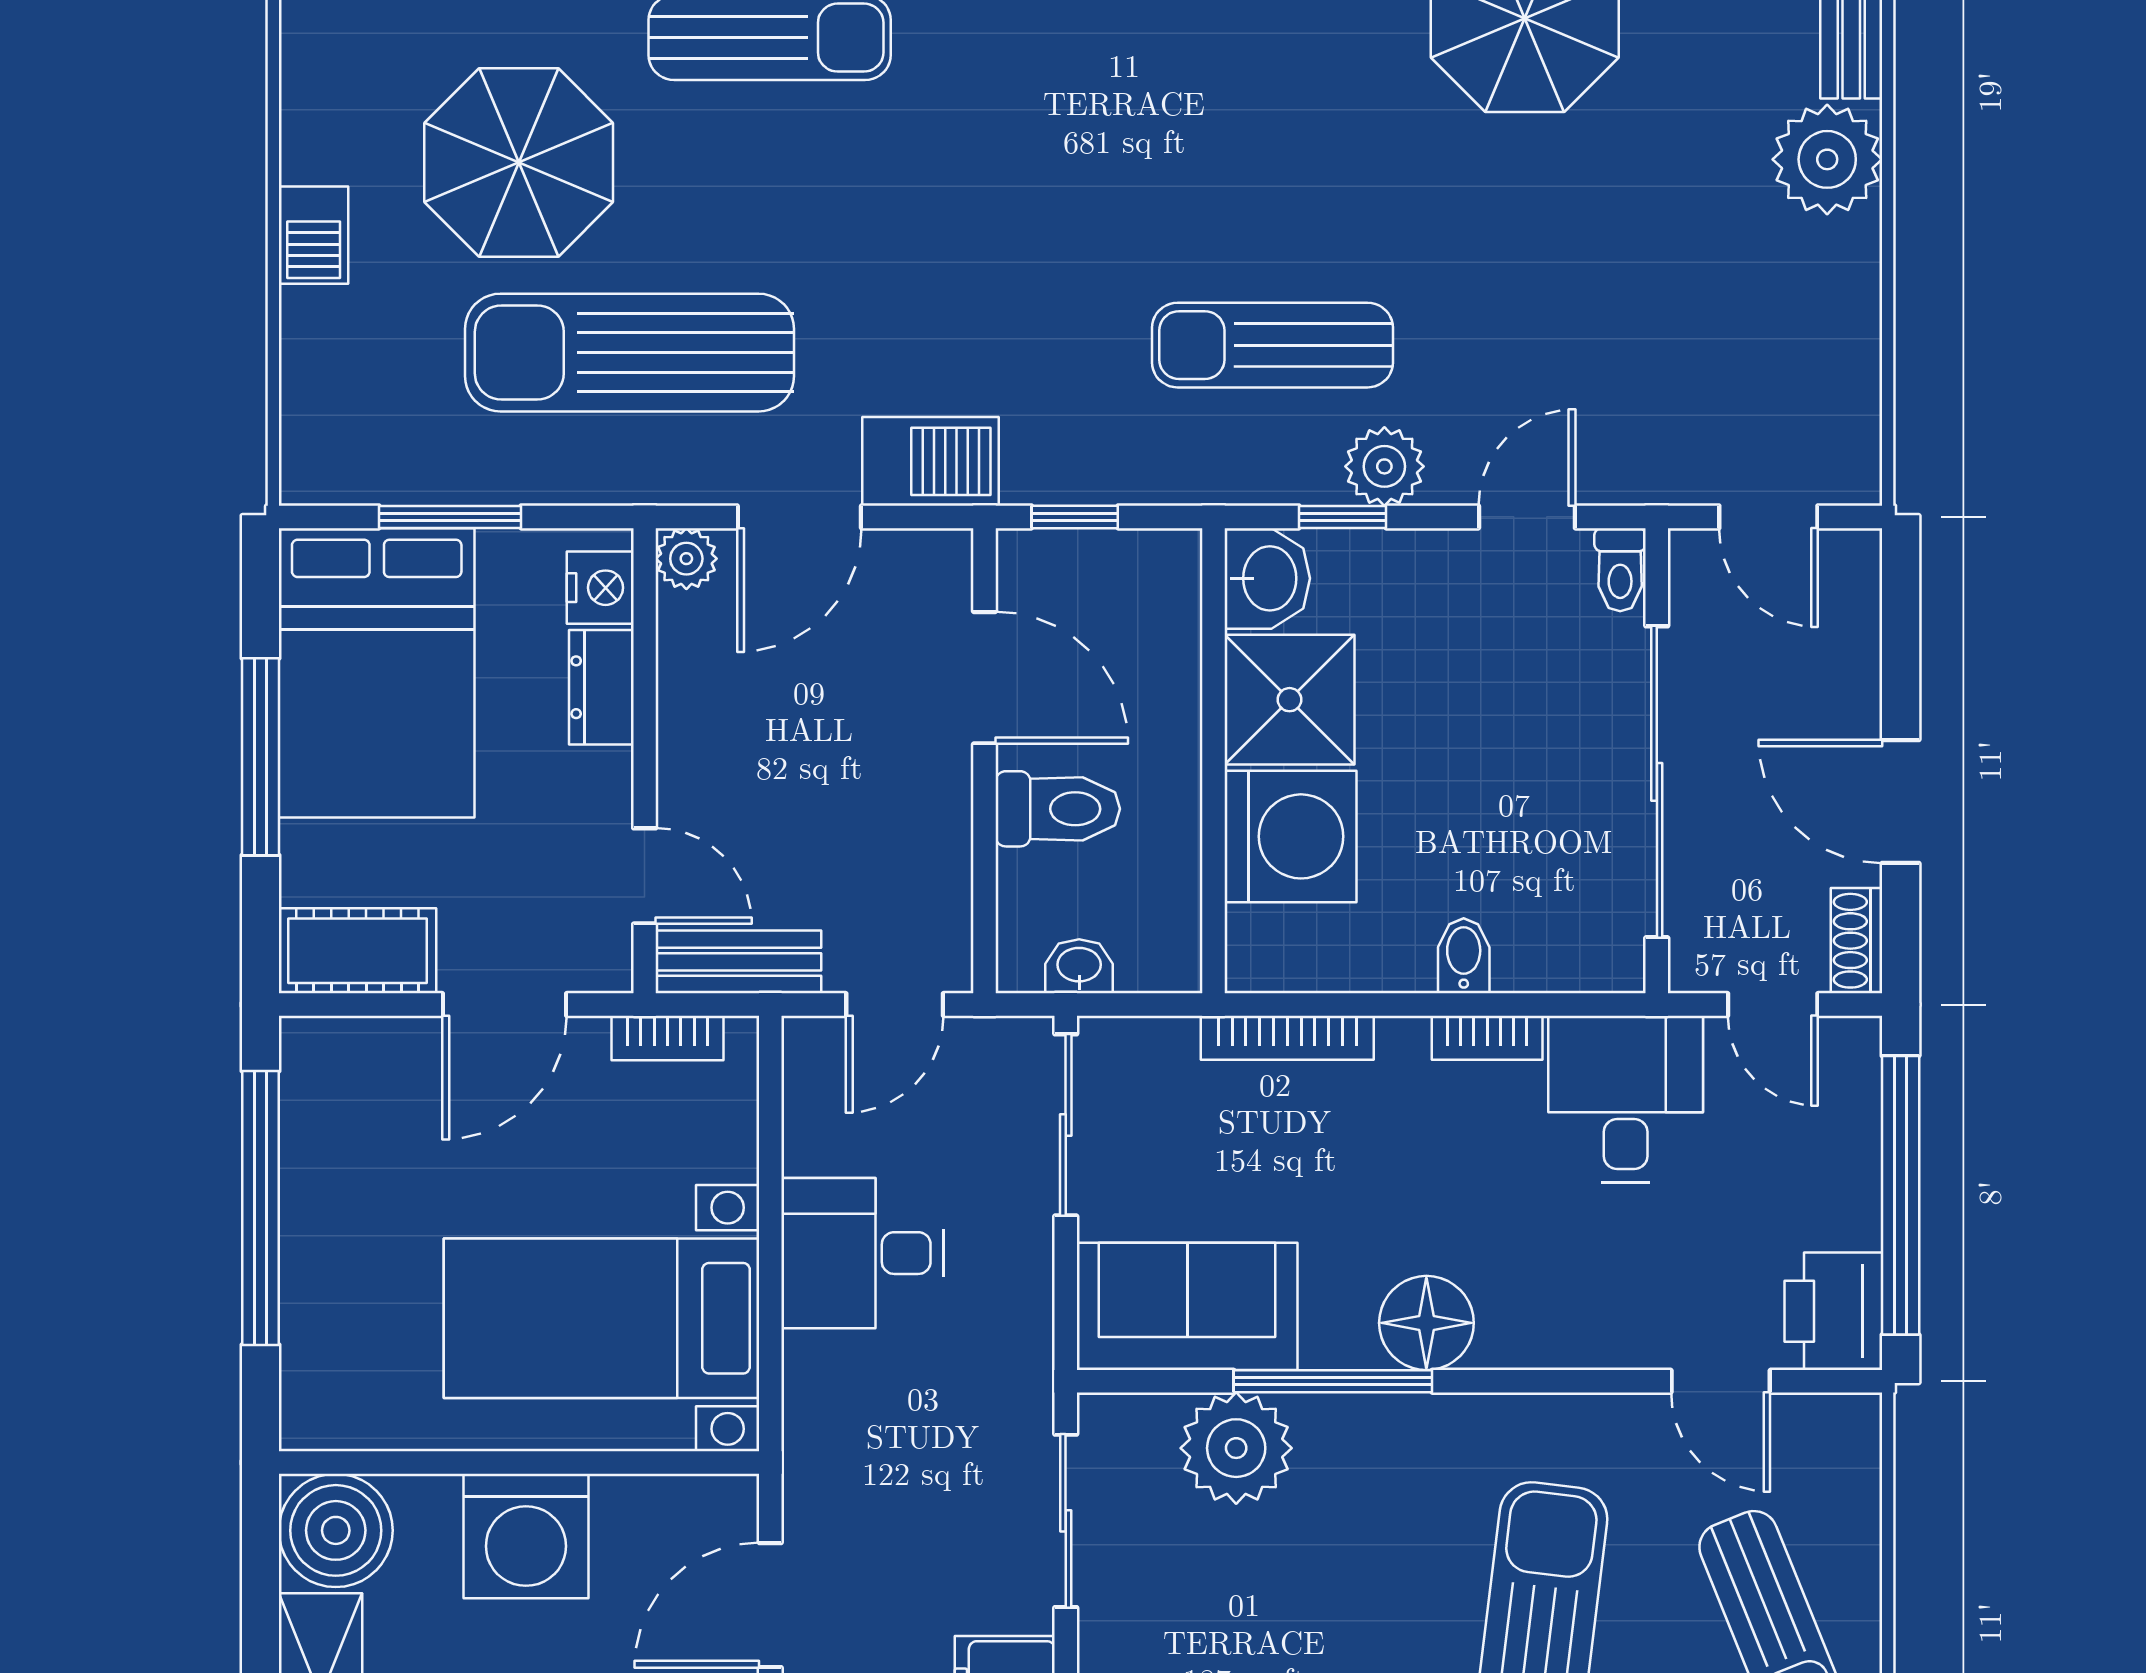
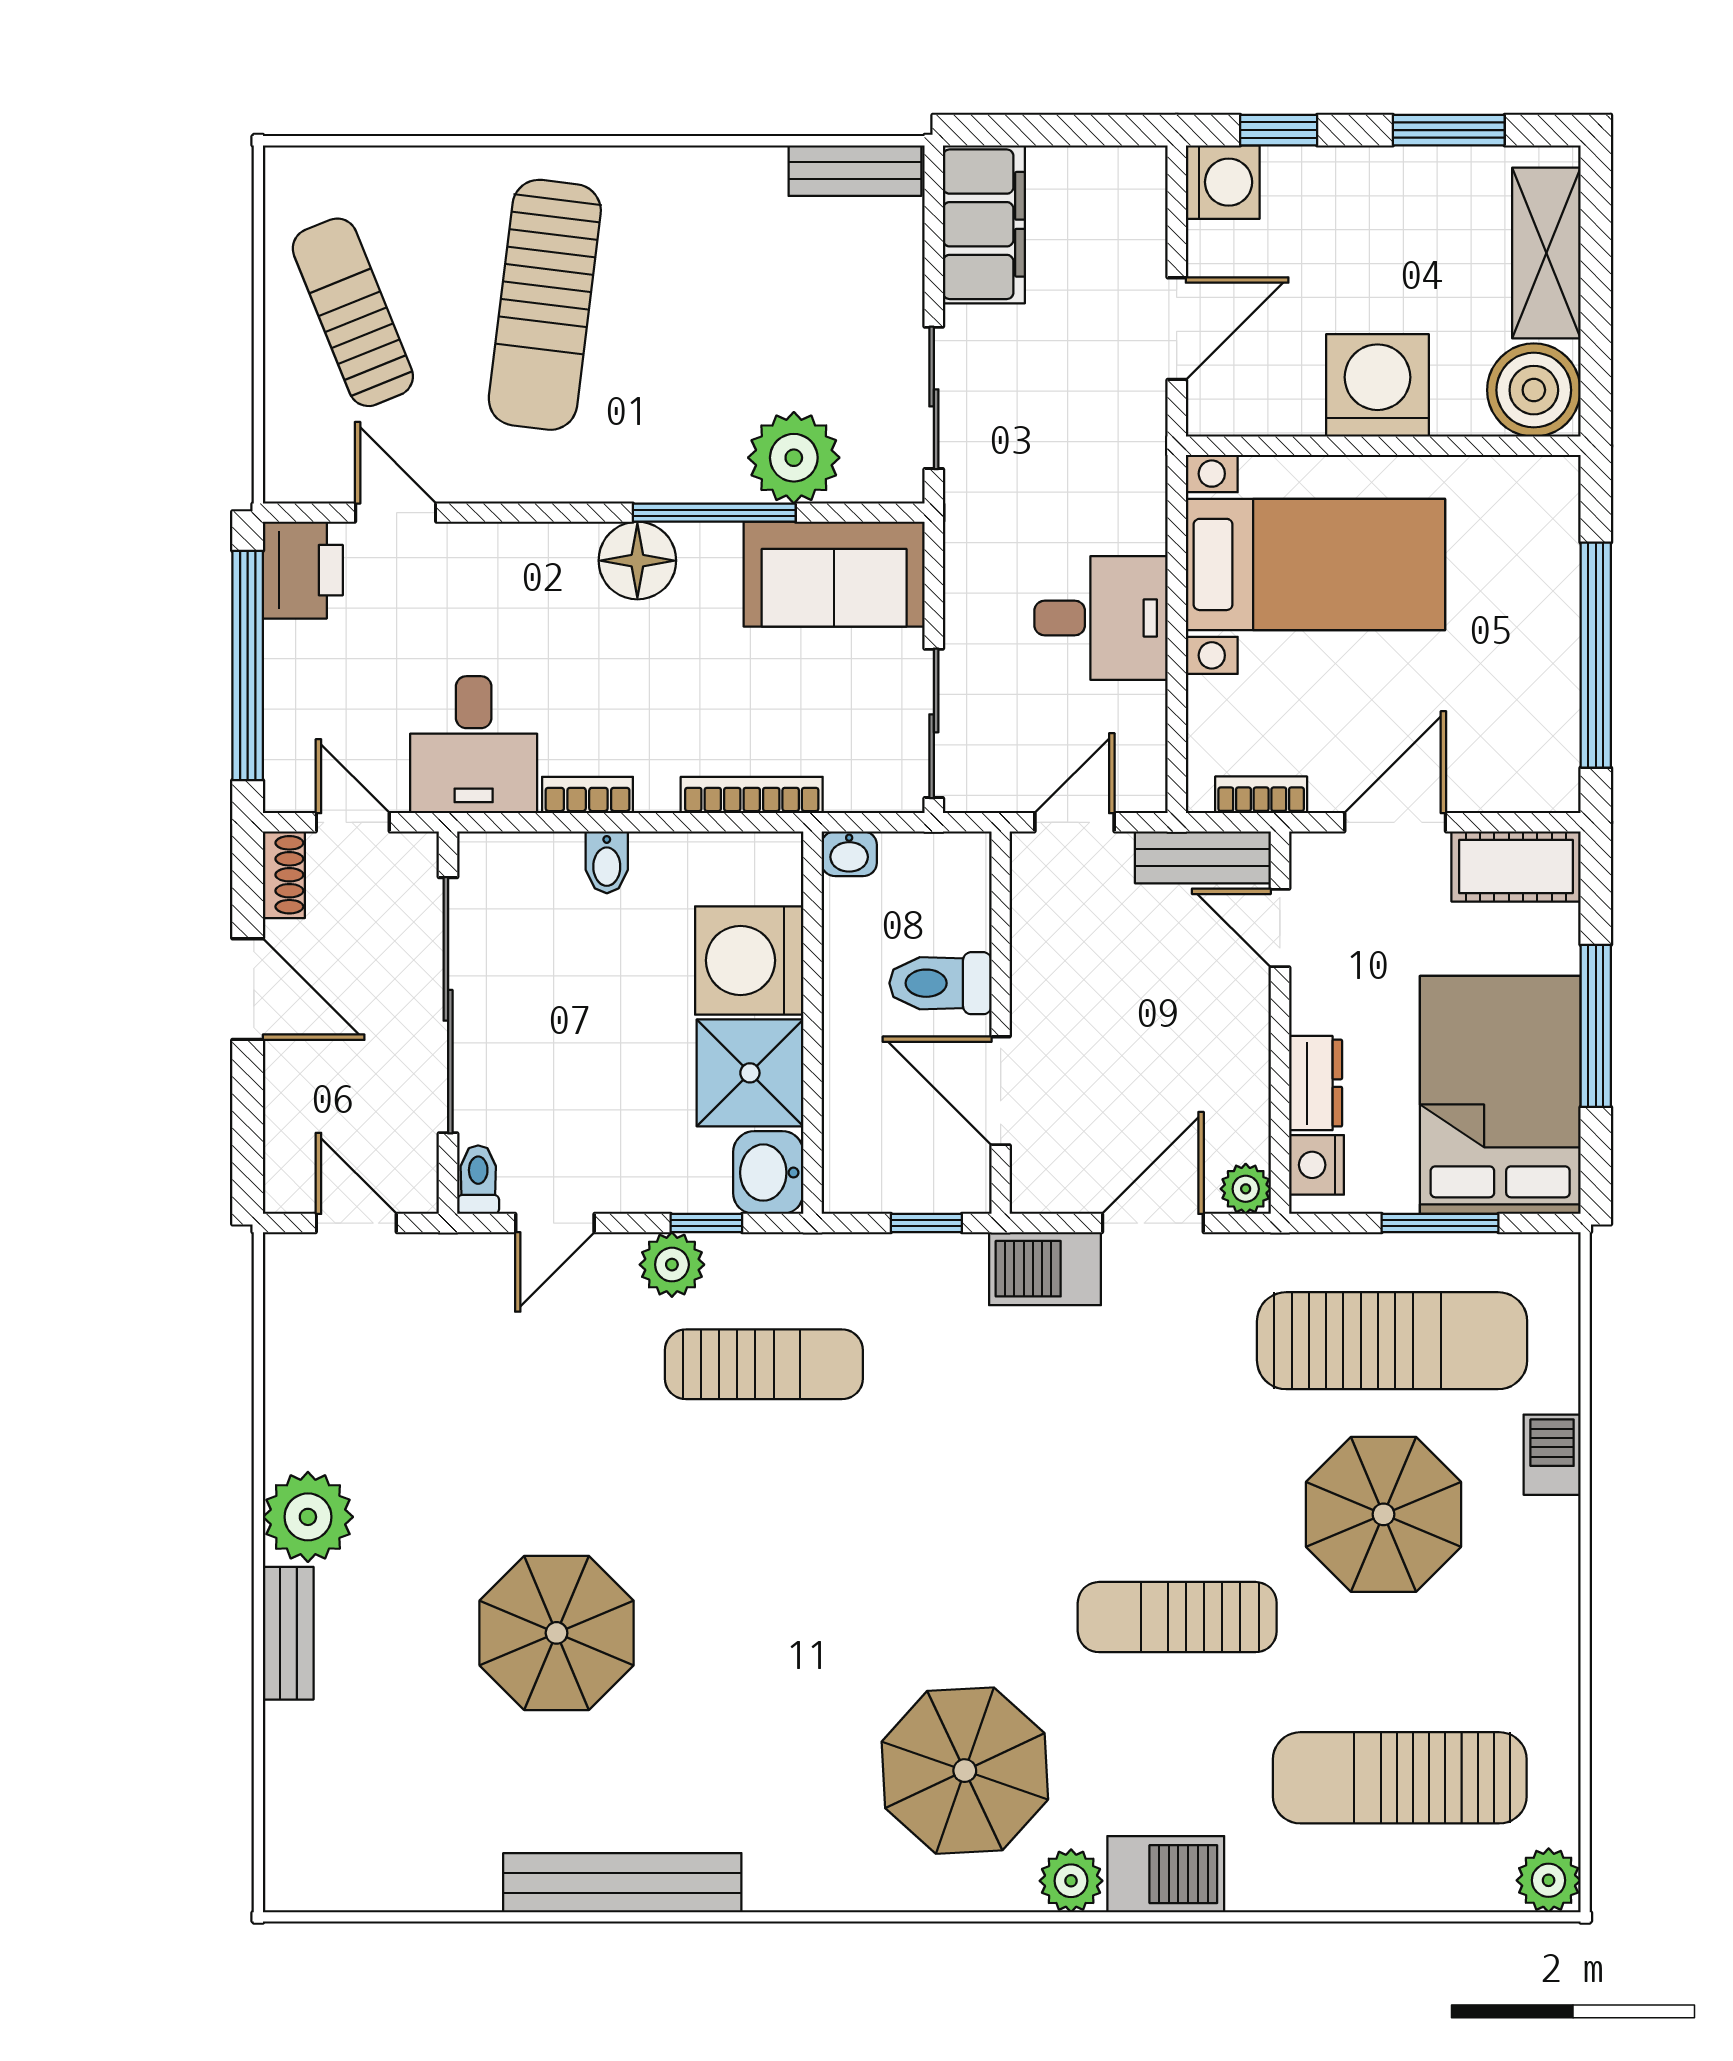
sun lounger: (629, 353) -> (1392, 1341), moved
washbasin: (1079, 966) -> (849, 854), moved

